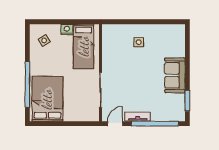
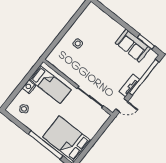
sofa: (175, 75) -> (133, 46), moved
door: (115, 124) -> (122, 105), swing flipped

